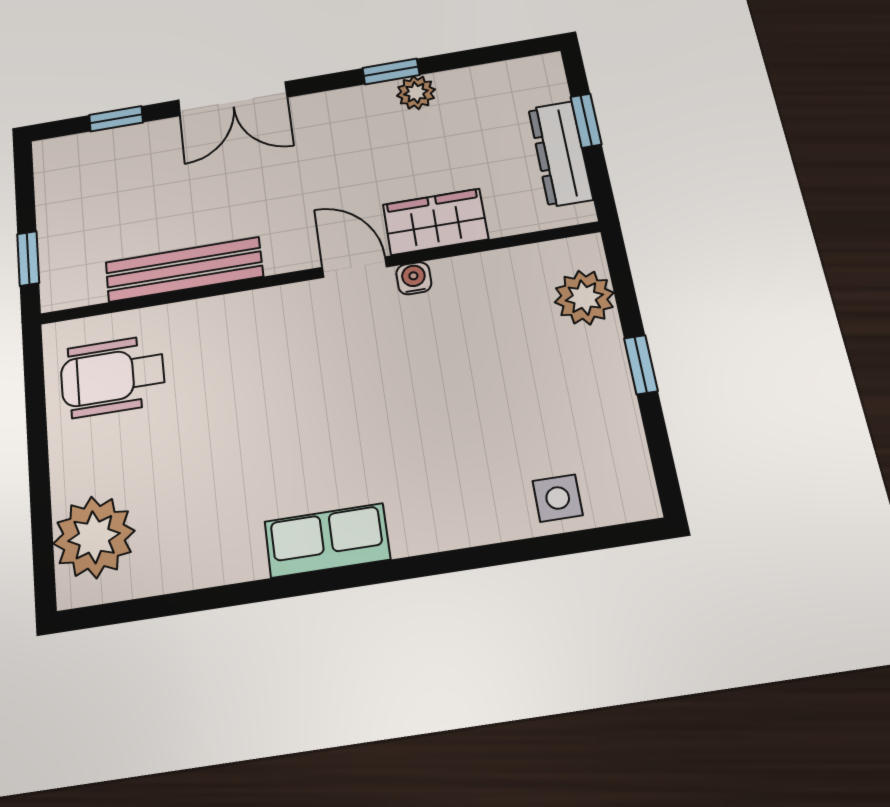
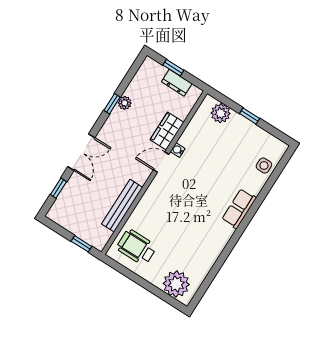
dresser: (560, 154) -> (177, 83), width x0.70
wheelchair: (113, 376) -> (136, 247), turned 90
row of seats: (327, 540) -> (239, 209), moved

